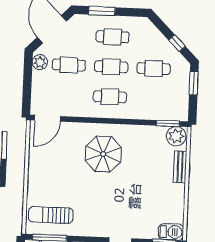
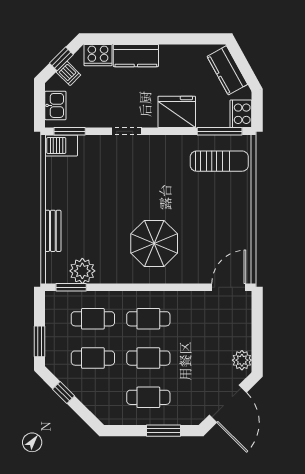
cafe table: (69, 65) -> (93, 319), moved
plant: (176, 136) -> (82, 271), moved

